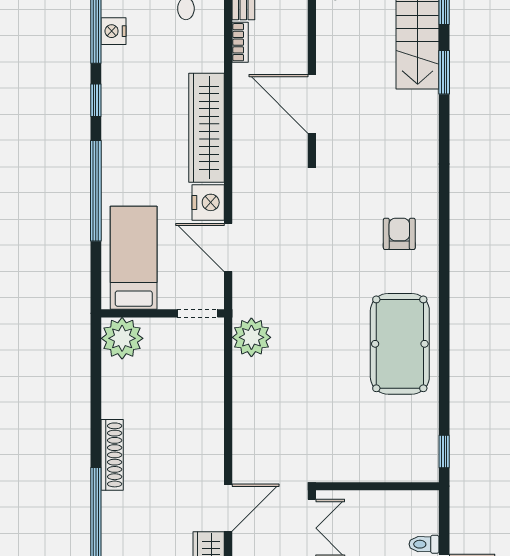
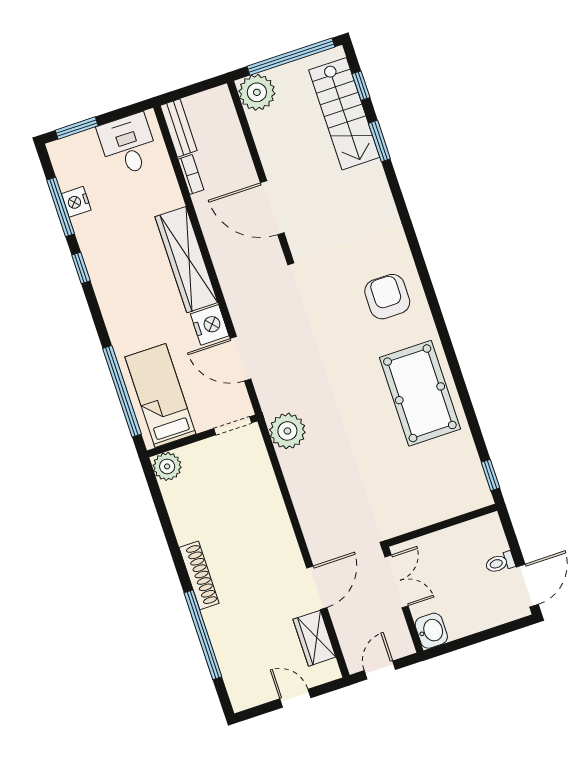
window: (96, 191) -> (122, 391), moved
armchair: (399, 234) -> (387, 297), width x1.38, depth x1.38
plant: (122, 338) -> (167, 466), width x0.73, depth x0.73

